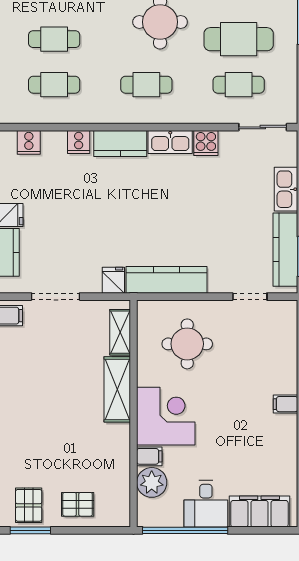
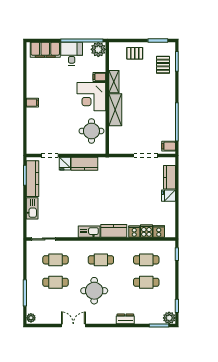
cafe table: (239, 39) -> (55, 282), width x0.73, depth x0.74
cooker: (206, 143) -> (146, 231), moved
fridge: (113, 280) -> (65, 164), moved
kitchen counter: (167, 280) -> (84, 164), width x0.67
shelving: (120, 332) -> (114, 82), moved
round table: (187, 344) -> (91, 131), moved
plant: (152, 482) -> (98, 49), moved
pallet: (29, 505) -> (163, 65), moved

